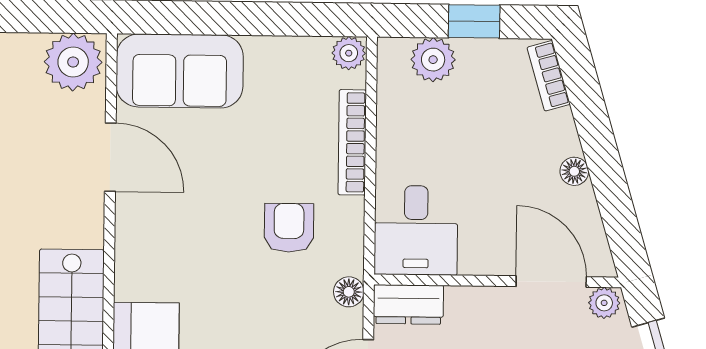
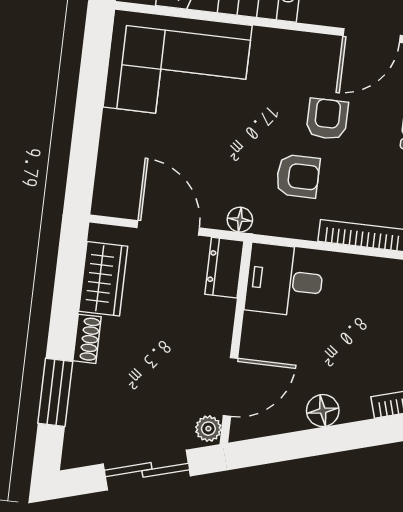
floor lamp: (574, 171) -> (323, 411), width x1.37, depth x1.37
armchair: (216, 200) -> (327, 119), added

